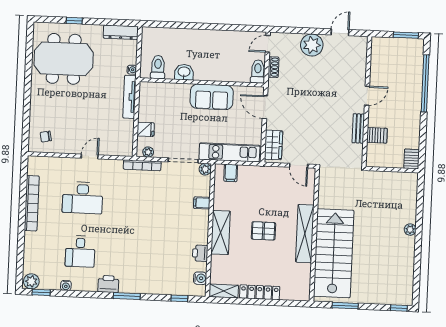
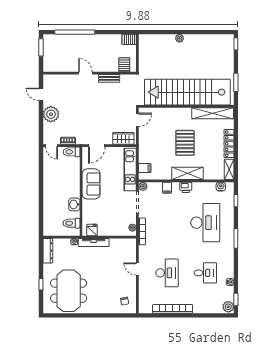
fridge: (146, 129) -> (92, 230), moved
server rack: (377, 135) -> (124, 65), moved
pallet: (263, 231) -> (185, 143), width x1.50, depth x1.42
shelving: (305, 234) -> (213, 113), moved
printer: (200, 253) -> (186, 187), moved
stairs: (334, 253) -> (187, 92), width x1.36
desk: (151, 254) -> (205, 223), added
printer: (108, 284) -> (228, 252), removed

